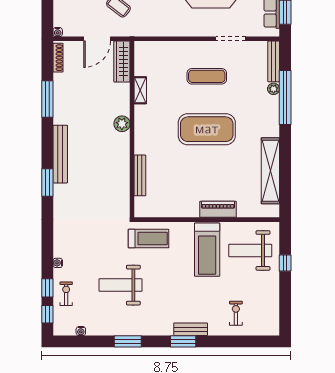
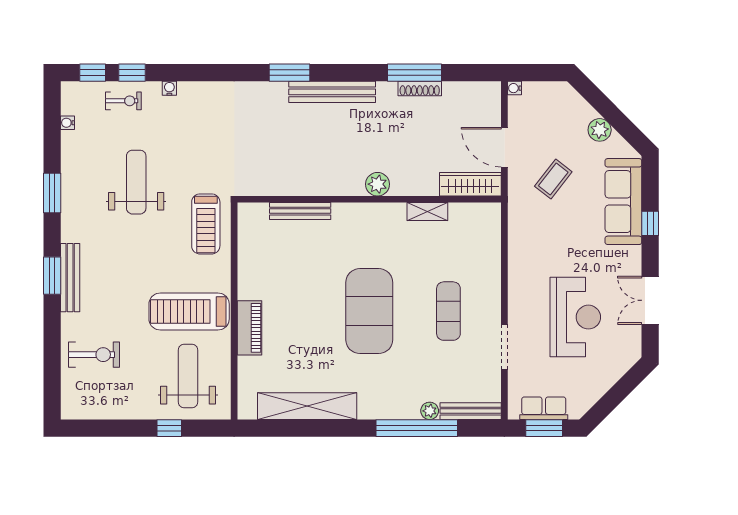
shoe rack: (58, 58) -> (420, 89), moved
exercise bike: (236, 313) -> (94, 355), width x1.38, depth x1.39
bench: (191, 329) -> (70, 278), width x1.36

